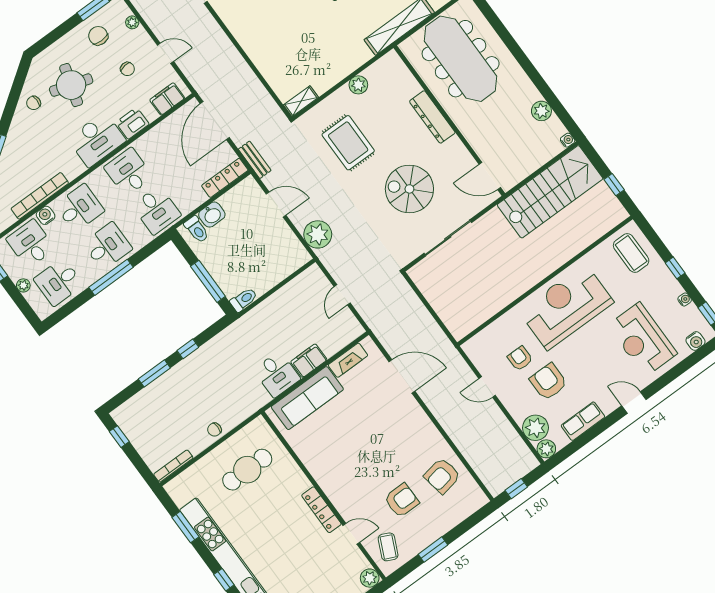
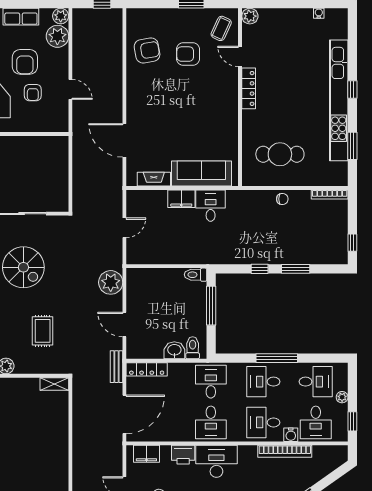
rug: (348, 143) -> (43, 331), width x0.73, depth x0.70

